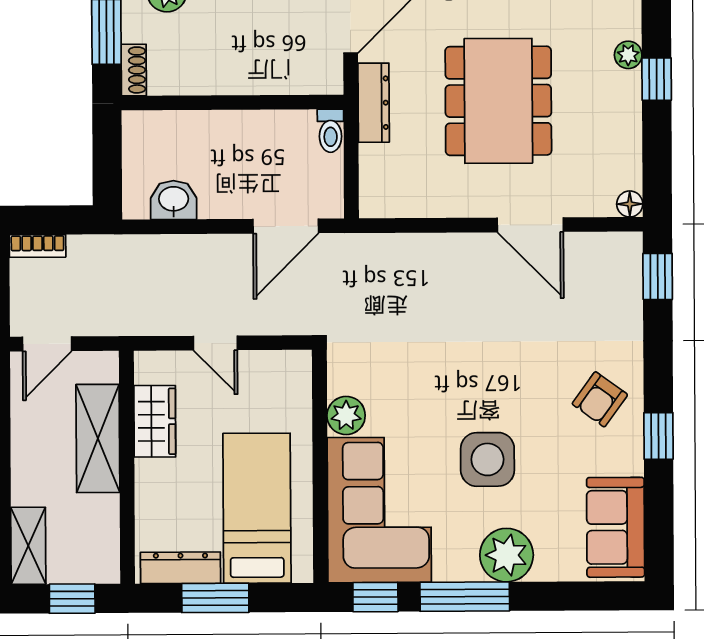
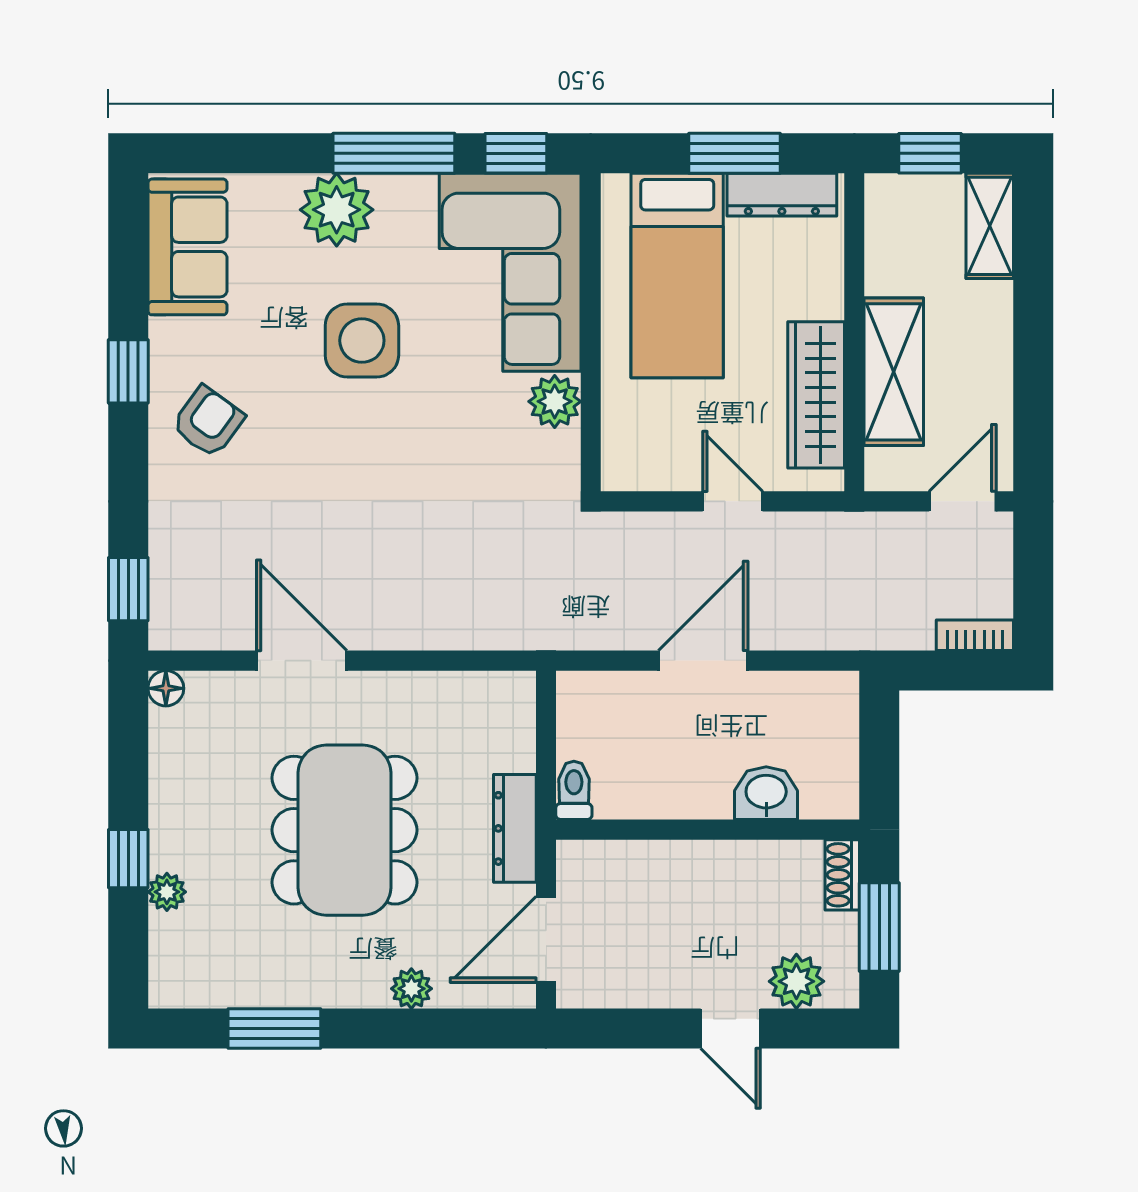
washbasin: (174, 200) -> (766, 793), moved, turned 180
door: (286, 226) -> (703, 661), moved
wardrobe: (155, 421) -> (816, 395), width x1.50

